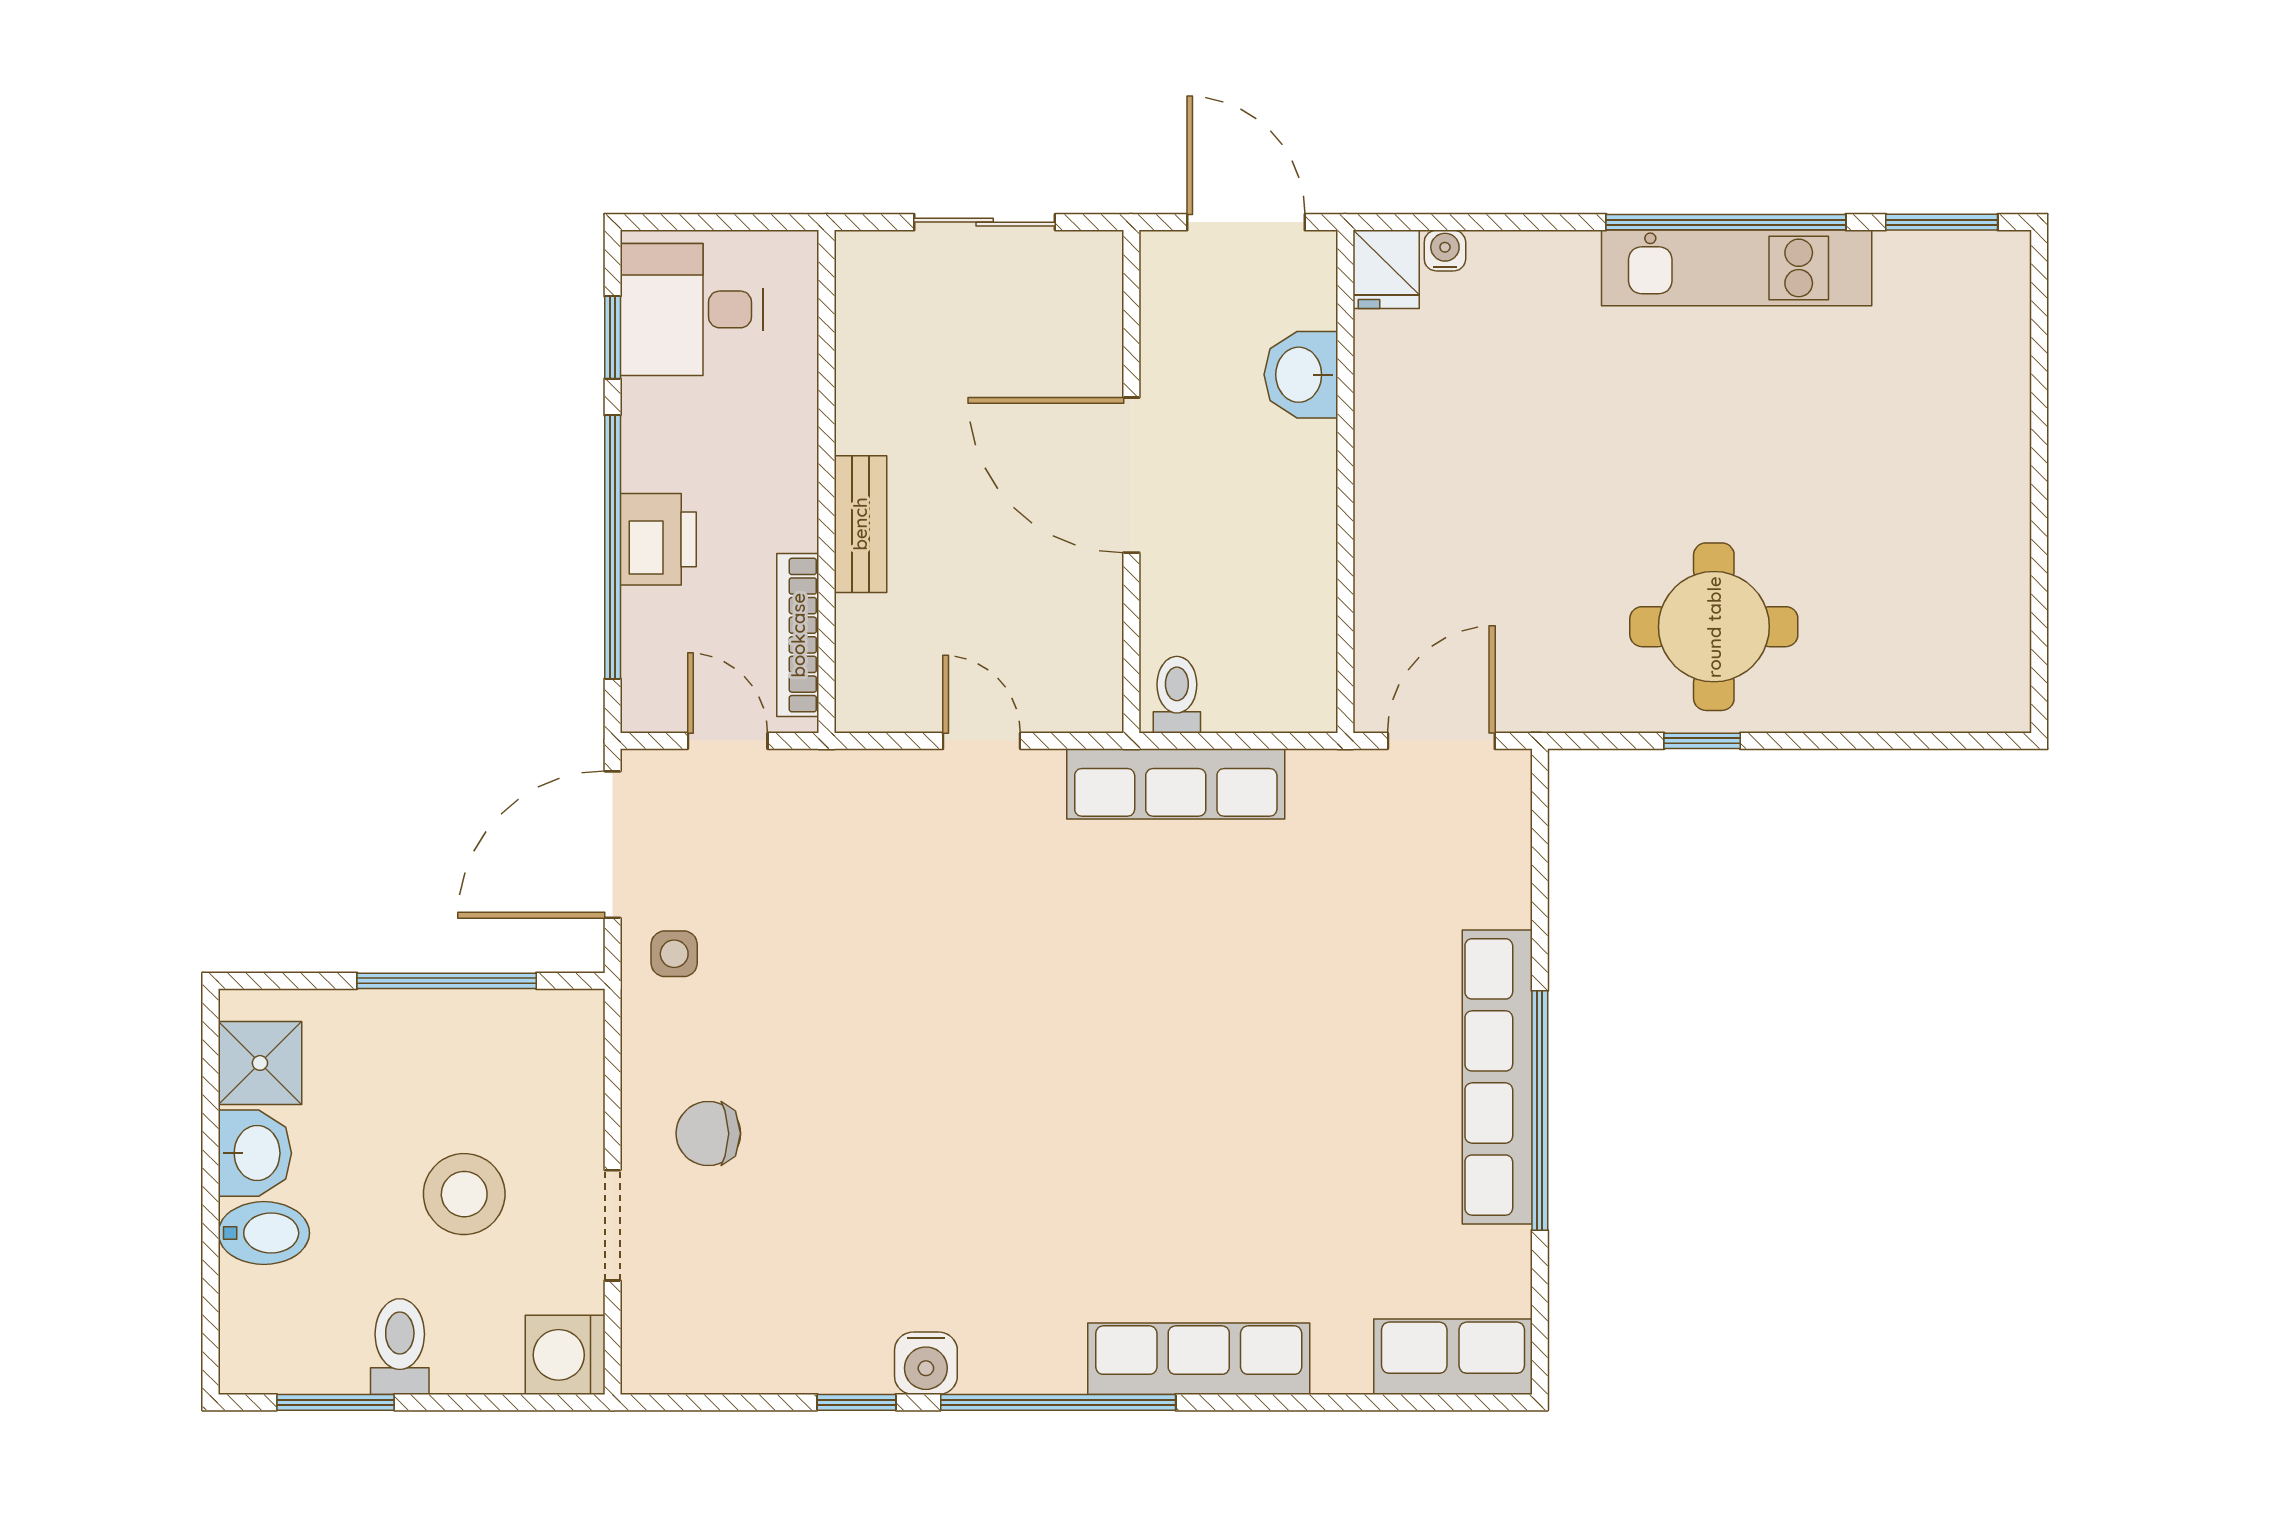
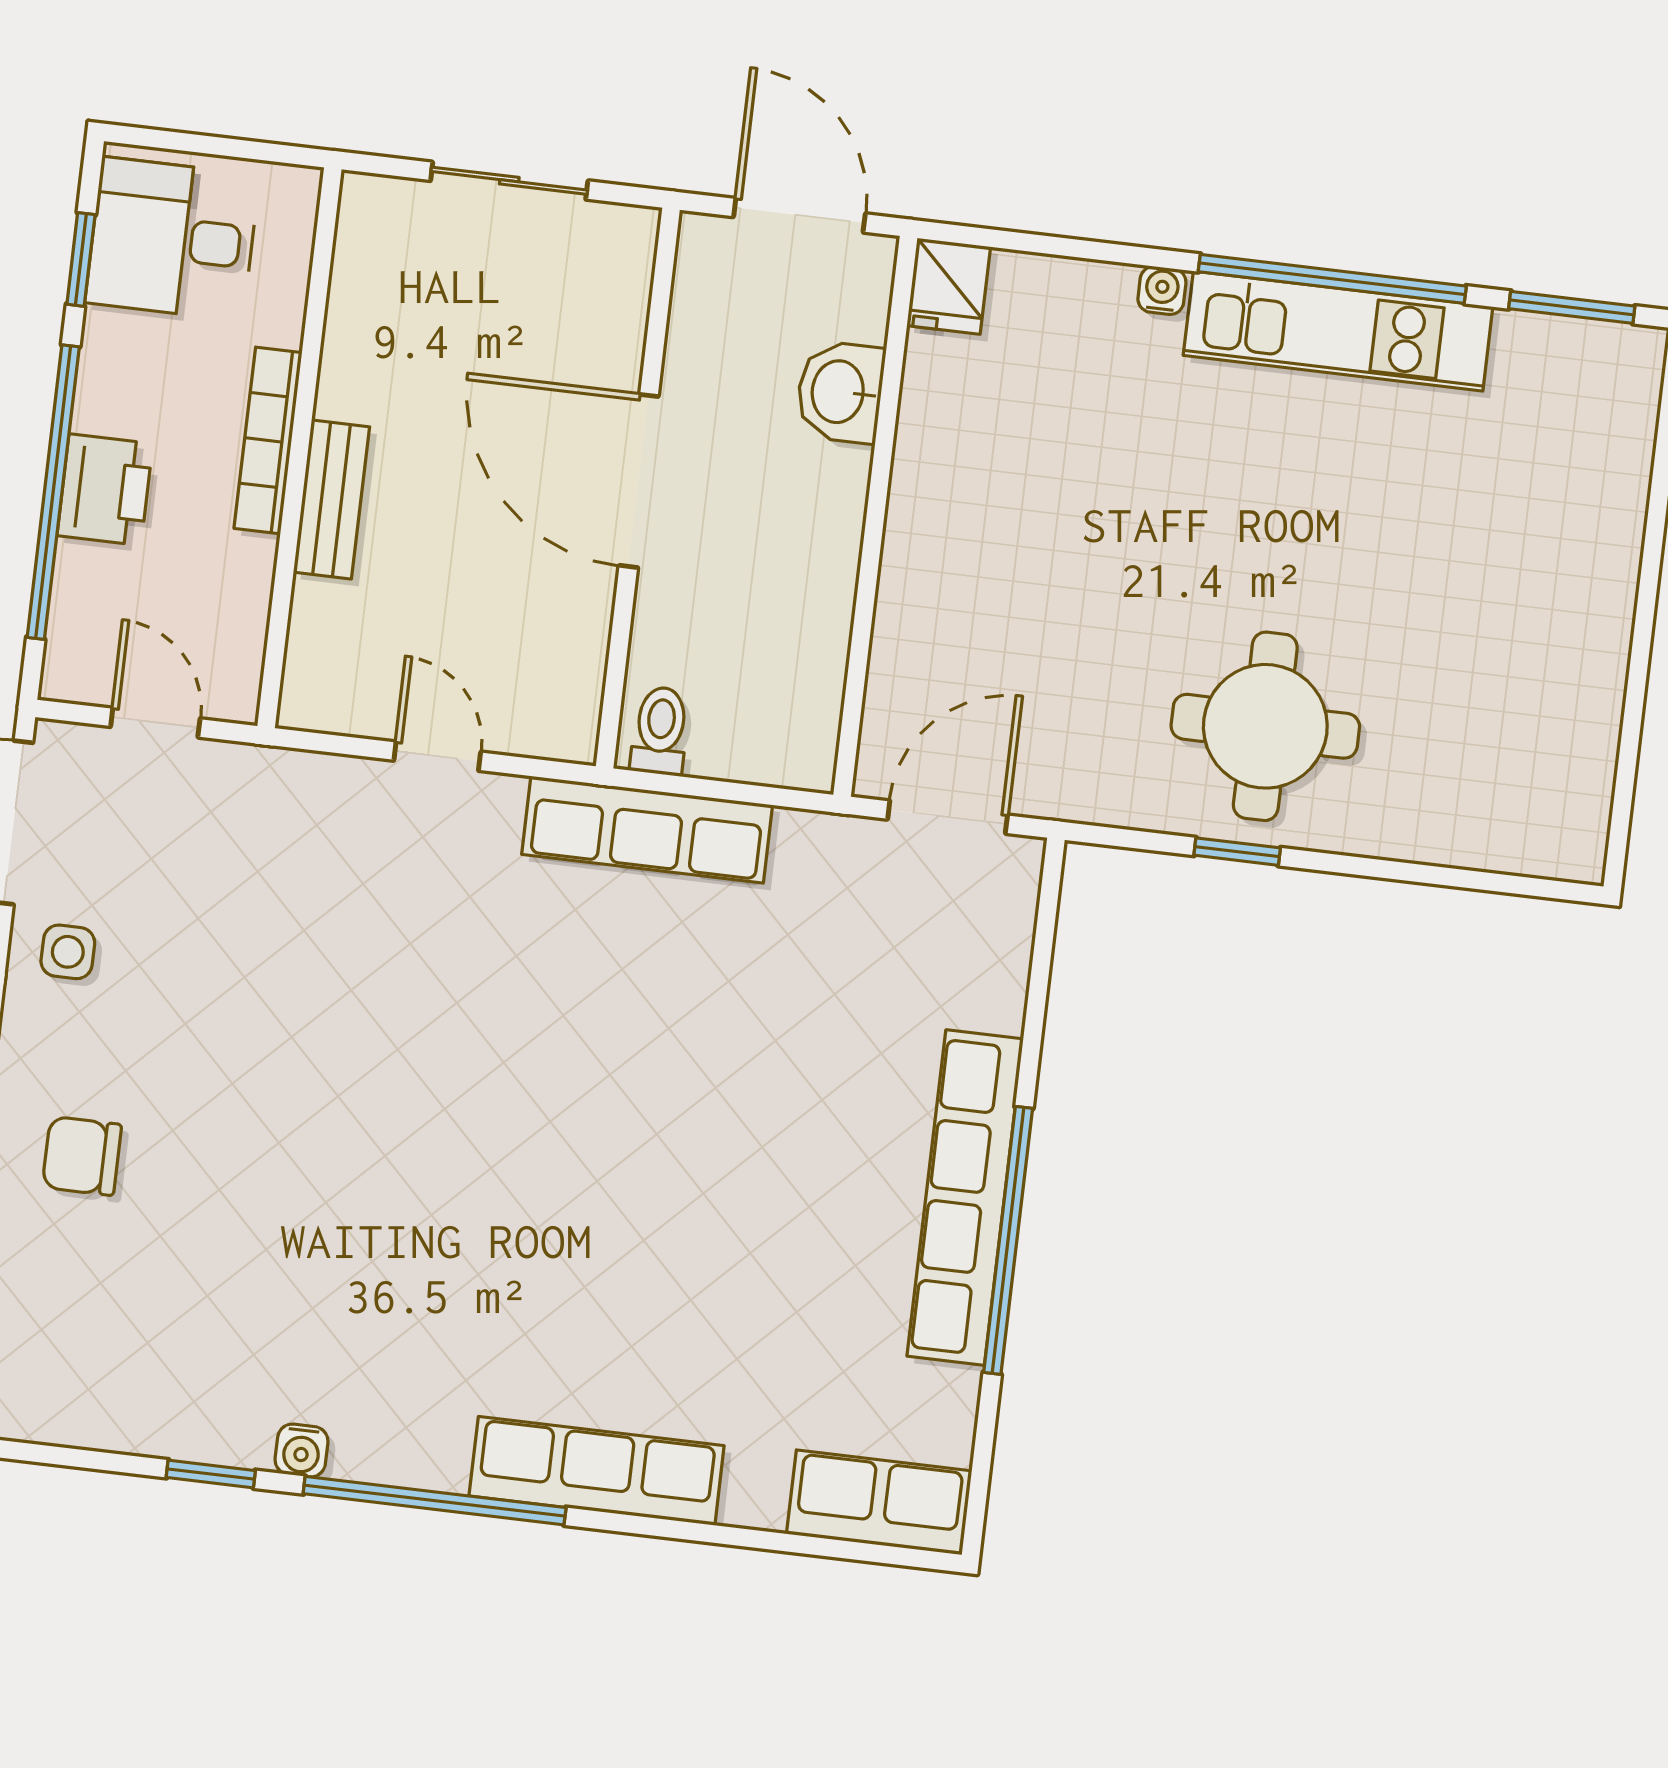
water cooler: (1445, 251) -> (1162, 290), moved
bookcase: (798, 635) -> (268, 440), moved
water cooler: (926, 1363) -> (302, 1450), width x0.72, depth x0.72

